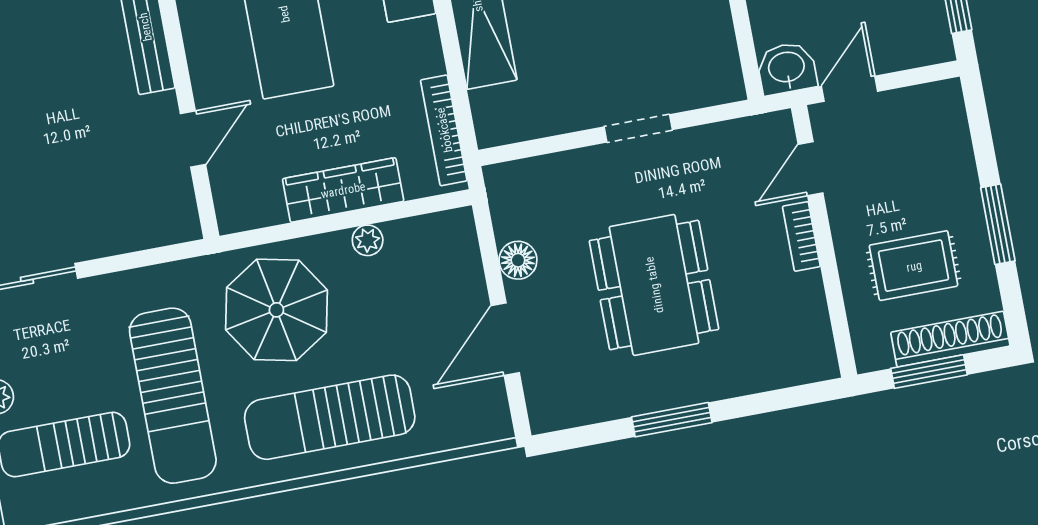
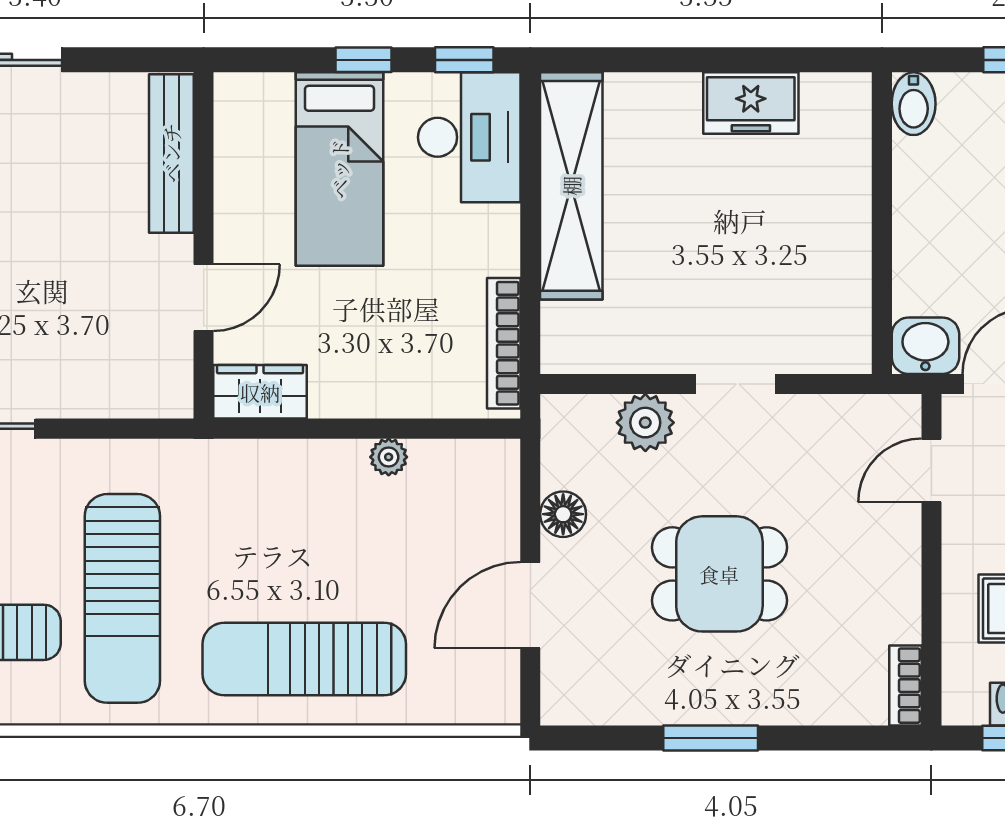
plant: (571, 173) -> (645, 423), added
wardrobe: (343, 190) -> (260, 392), moved, width x0.67
bookcase: (801, 236) -> (905, 686), moved
dining table: (654, 285) -> (719, 574), width x0.73
parasol: (276, 310) -> (265, 519), removed

